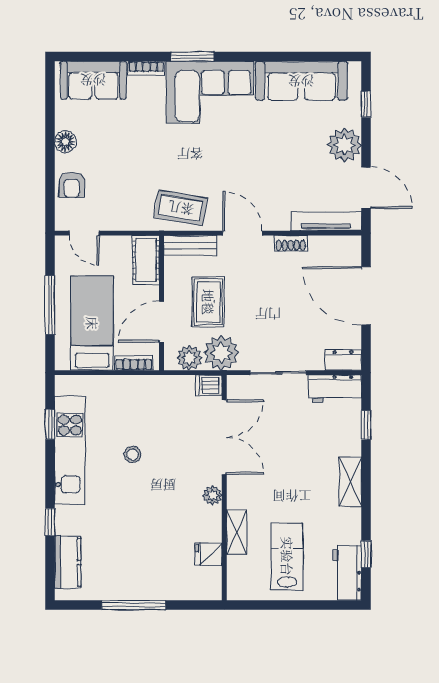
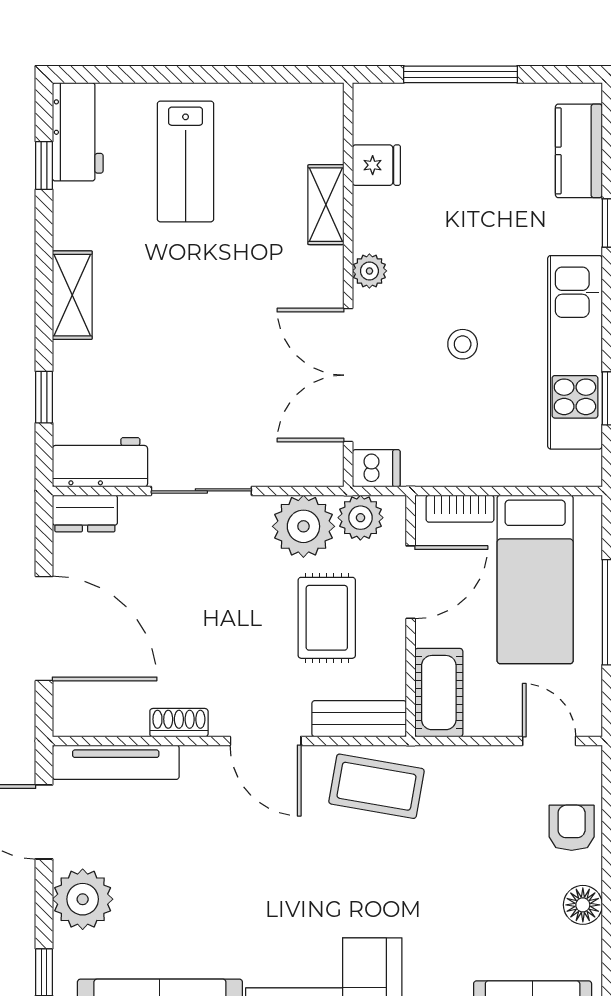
dishwasher: (209, 385) -> (376, 468), moved
double door: (224, 437) -> (348, 375), moved
wall: (224, 488) -> (348, 285), moved
plant: (212, 495) -> (369, 271), moved
shelving: (237, 532) -> (326, 205), moved
fridge: (208, 554) -> (376, 165), moved

